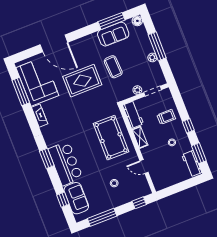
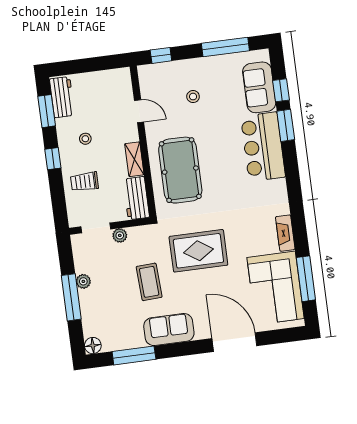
sofa: (113, 34) -> (169, 330), moved
rug: (82, 81) -> (198, 251), moved
window: (47, 158) -> (286, 125), moved

